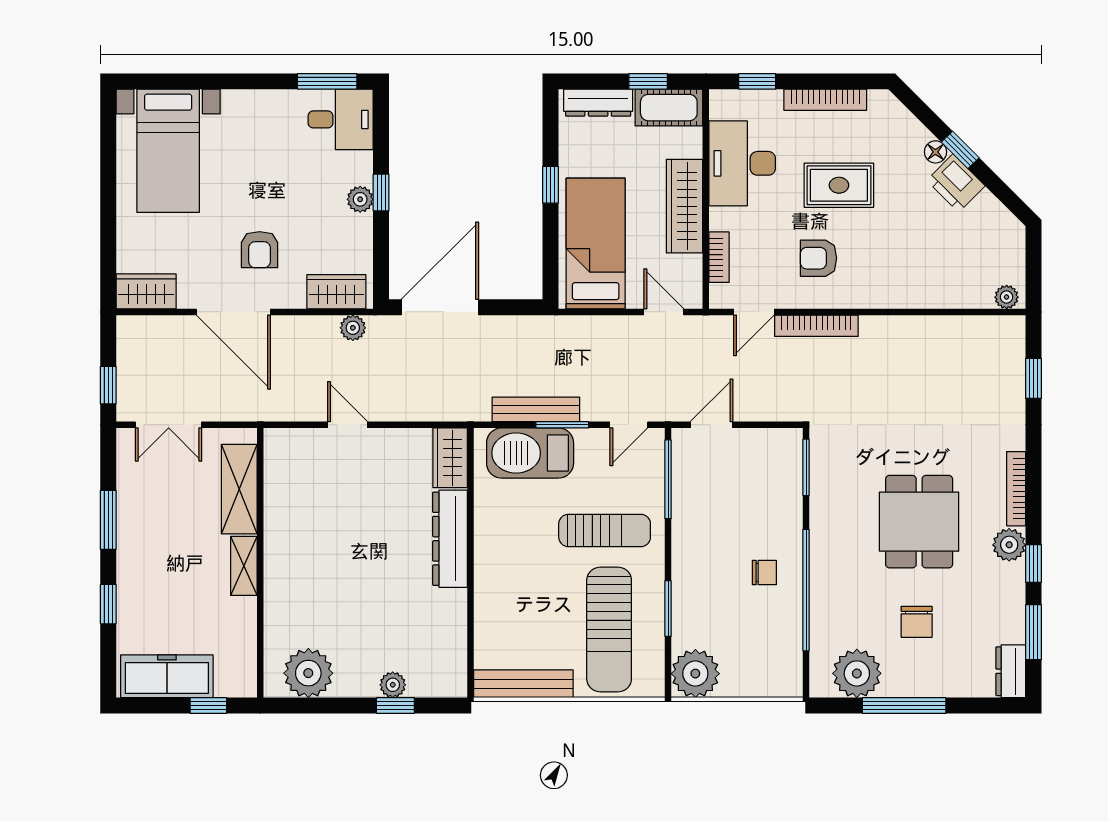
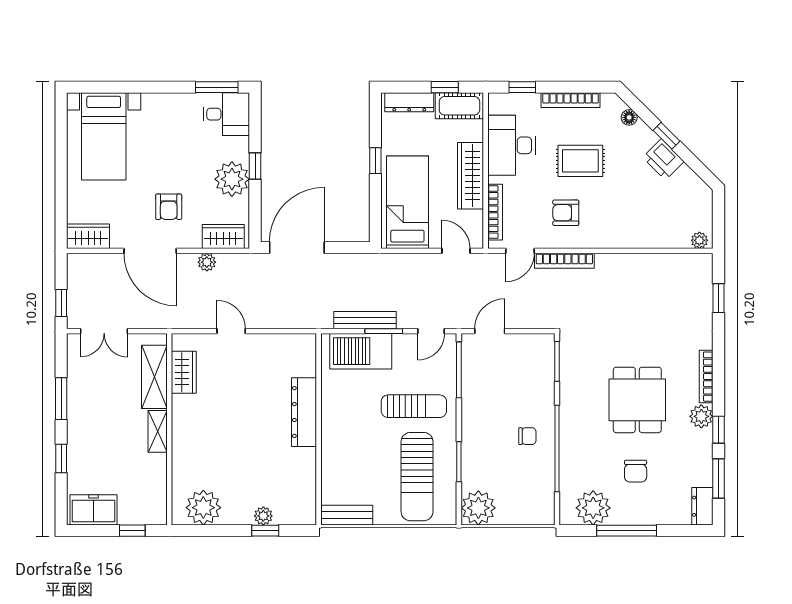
floor lamp: (935, 152) -> (629, 117), moved
plant: (360, 199) -> (232, 179), width x1.88, depth x1.88
bookcase: (719, 257) -> (495, 212), width x1.56
plant: (353, 328) -> (207, 262), moved
wardrobe: (450, 458) -> (184, 372), moved, turned 180
freezer: (167, 676) -> (93, 510), width x0.71
bench: (523, 684) -> (347, 515), width x0.73

